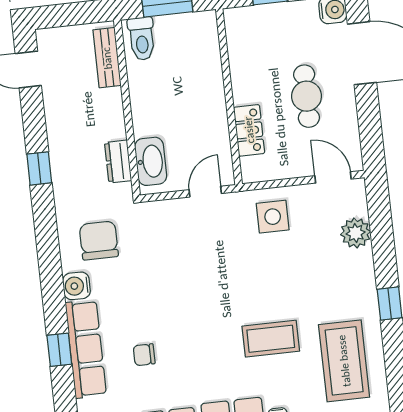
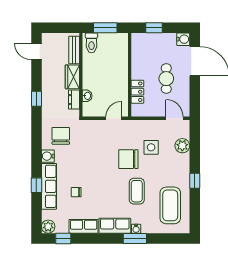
wardrobe: (110, 114) -> (72, 77), added
washbasin: (151, 161) -> (87, 96), width x0.52, depth x0.69
side table: (273, 217) -> (151, 147), moved
chair: (246, 274) -> (128, 159), added
coffee table: (271, 339) -> (137, 191), turned 90

